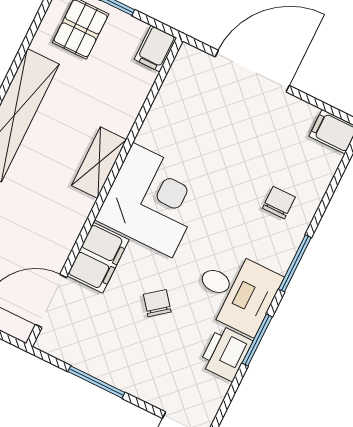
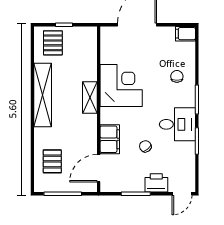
filing cabinet: (156, 49) -> (90, 36), removed
corner desk: (152, 200) -> (121, 86), moved
printer: (226, 353) -> (156, 183), moved, turned 90

